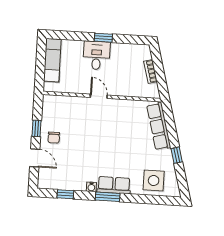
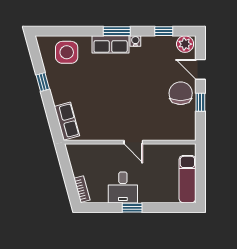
desk: (96, 55) -> (123, 187), moved
bookcase: (150, 71) -> (82, 189), moved
row of seats: (159, 126) -> (67, 121), width x0.68
chair: (54, 138) -> (181, 93), width x1.87, depth x1.87
plant: (47, 181) -> (185, 44), added

